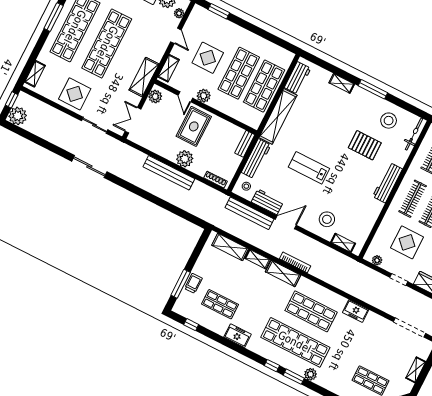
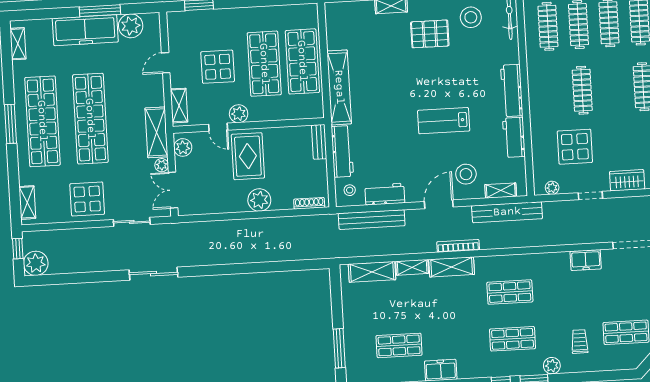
plant: (179, 13) -> (162, 165), moved
door: (176, 36) -> (166, 63), swing flipped
workbench: (298, 78) -> (514, 137), moved, turned 180
pallet: (365, 145) -> (430, 34), moved
lab bench: (309, 168) -> (444, 121), moved
bench: (169, 173) -> (507, 212), moved
clothes rail: (413, 199) -> (552, 92), removed
door: (286, 222) -> (439, 204), moved
trolley: (193, 283) -> (580, 342), moved
shop shelf: (311, 311) -> (510, 292), width x0.70, depth x0.74
freezer: (356, 311) -> (586, 260), moved
shop shelf: (295, 342) -> (513, 339), width x0.50, depth x0.74

